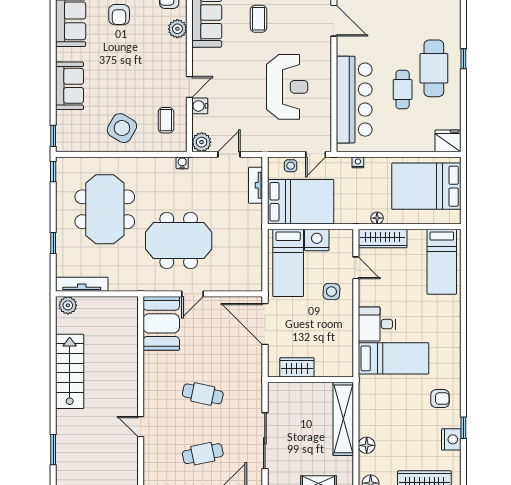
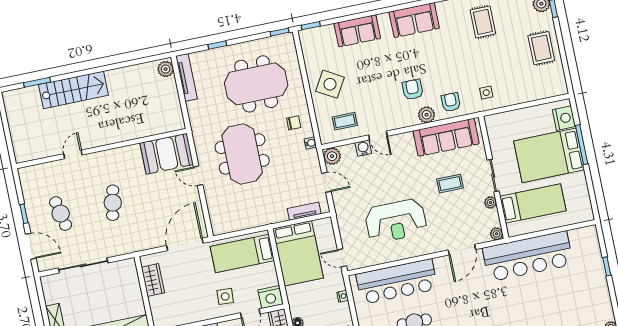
armchair: (119, 15) -> (413, 89), moved, turned 90
side table: (291, 166) -> (328, 238), removed
chair: (156, 177) -> (294, 123), added
nightstand: (317, 240) -> (270, 297), moved, turned 90
stairs: (70, 371) -> (73, 90), moved

